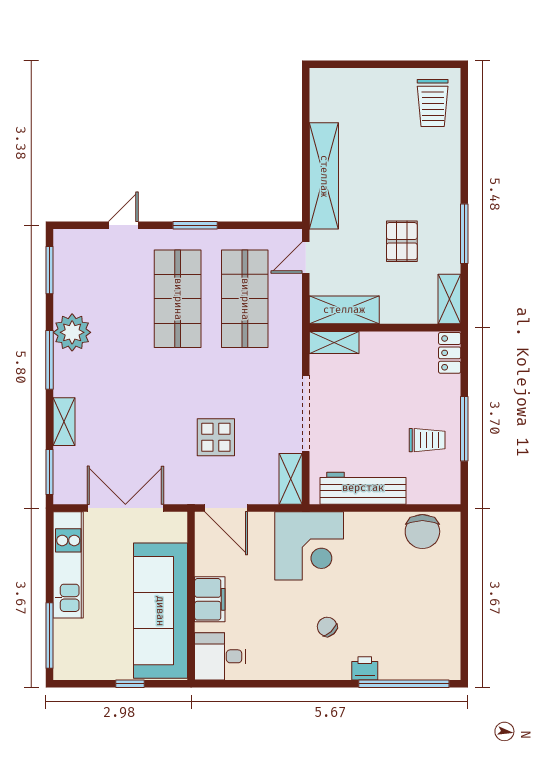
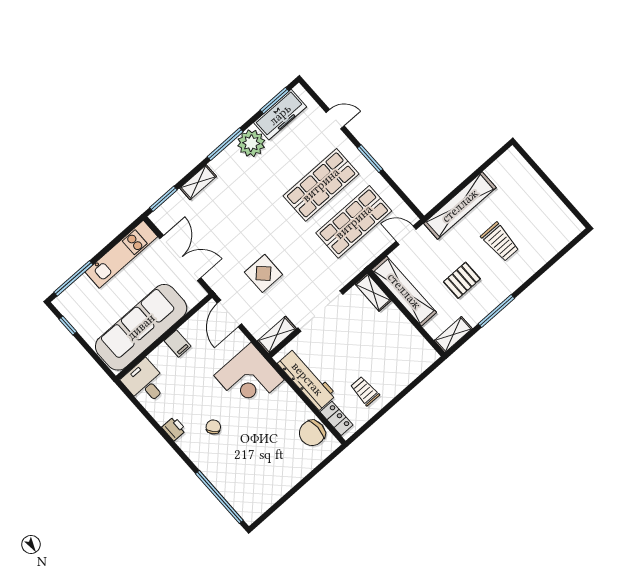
trolley: (433, 103) -> (500, 242), moved, turned -90
freezer: (69, 277) -> (280, 115), added
shelving: (344, 310) -> (404, 291), width x1.47
locker: (450, 353) -> (337, 418), moved, turned 90
window: (464, 429) -> (389, 406), removed
trolley: (427, 440) -> (365, 391), turned 180
filing cabinet: (210, 599) -> (178, 343), width x0.50
printer: (365, 668) -> (174, 429), moved
window: (130, 684) -> (68, 326), moved

